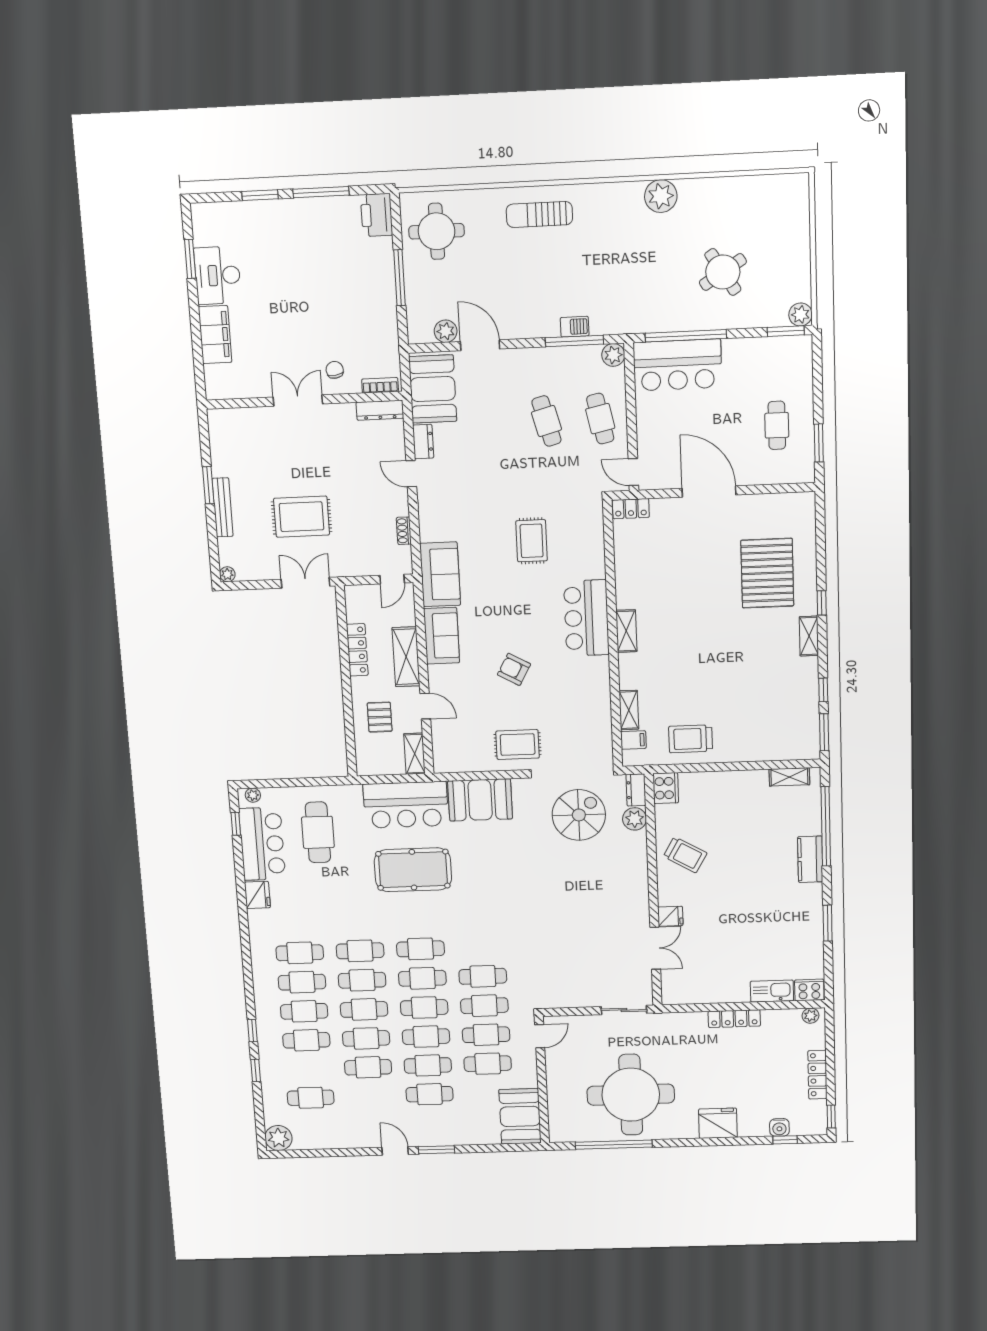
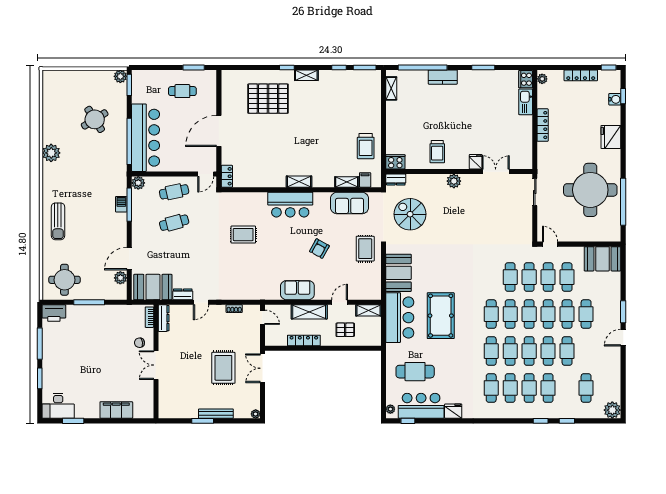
desk: (218, 275) -> (58, 406), moved
bar counter: (677, 365) -> (146, 138), width x1.36
sofa: (440, 574) -> (350, 203), moved, turned 180
plant: (635, 819) -> (454, 181), moved
trolley: (685, 855) -> (437, 152), turned 150

